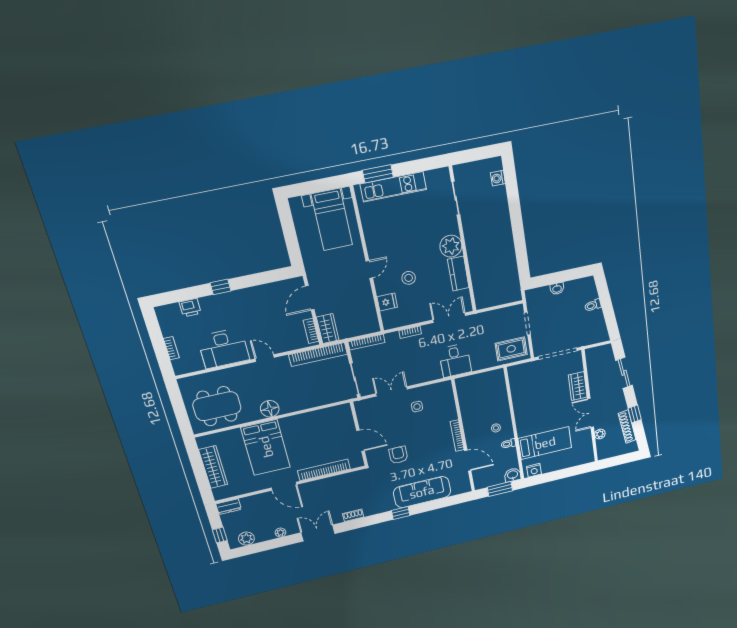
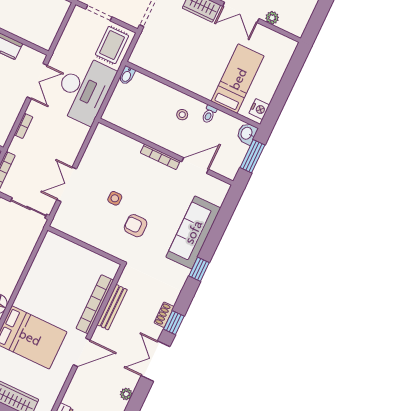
double door: (449, 318) -> (37, 81), swing flipped
desk: (455, 360) -> (84, 89), width x1.87, depth x1.30
bidet: (497, 374) -> (127, 75), added
side table: (417, 407) -> (115, 198), moved
door: (360, 441) -> (93, 249), removed
bench: (331, 482) -> (112, 307), added
window: (353, 525) -> (174, 323), added

